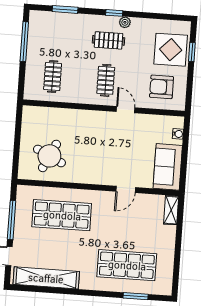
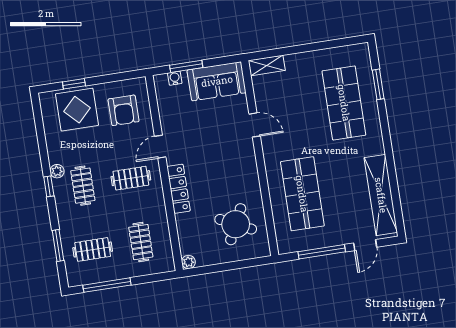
clothes rail: (55, 37) -> (93, 249), added
clothes rail: (53, 77) -> (141, 242), turned 90
plant: (28, 111) -> (188, 262), added
locker: (88, 117) -> (179, 189), added
window: (185, 145) -> (186, 66), added

